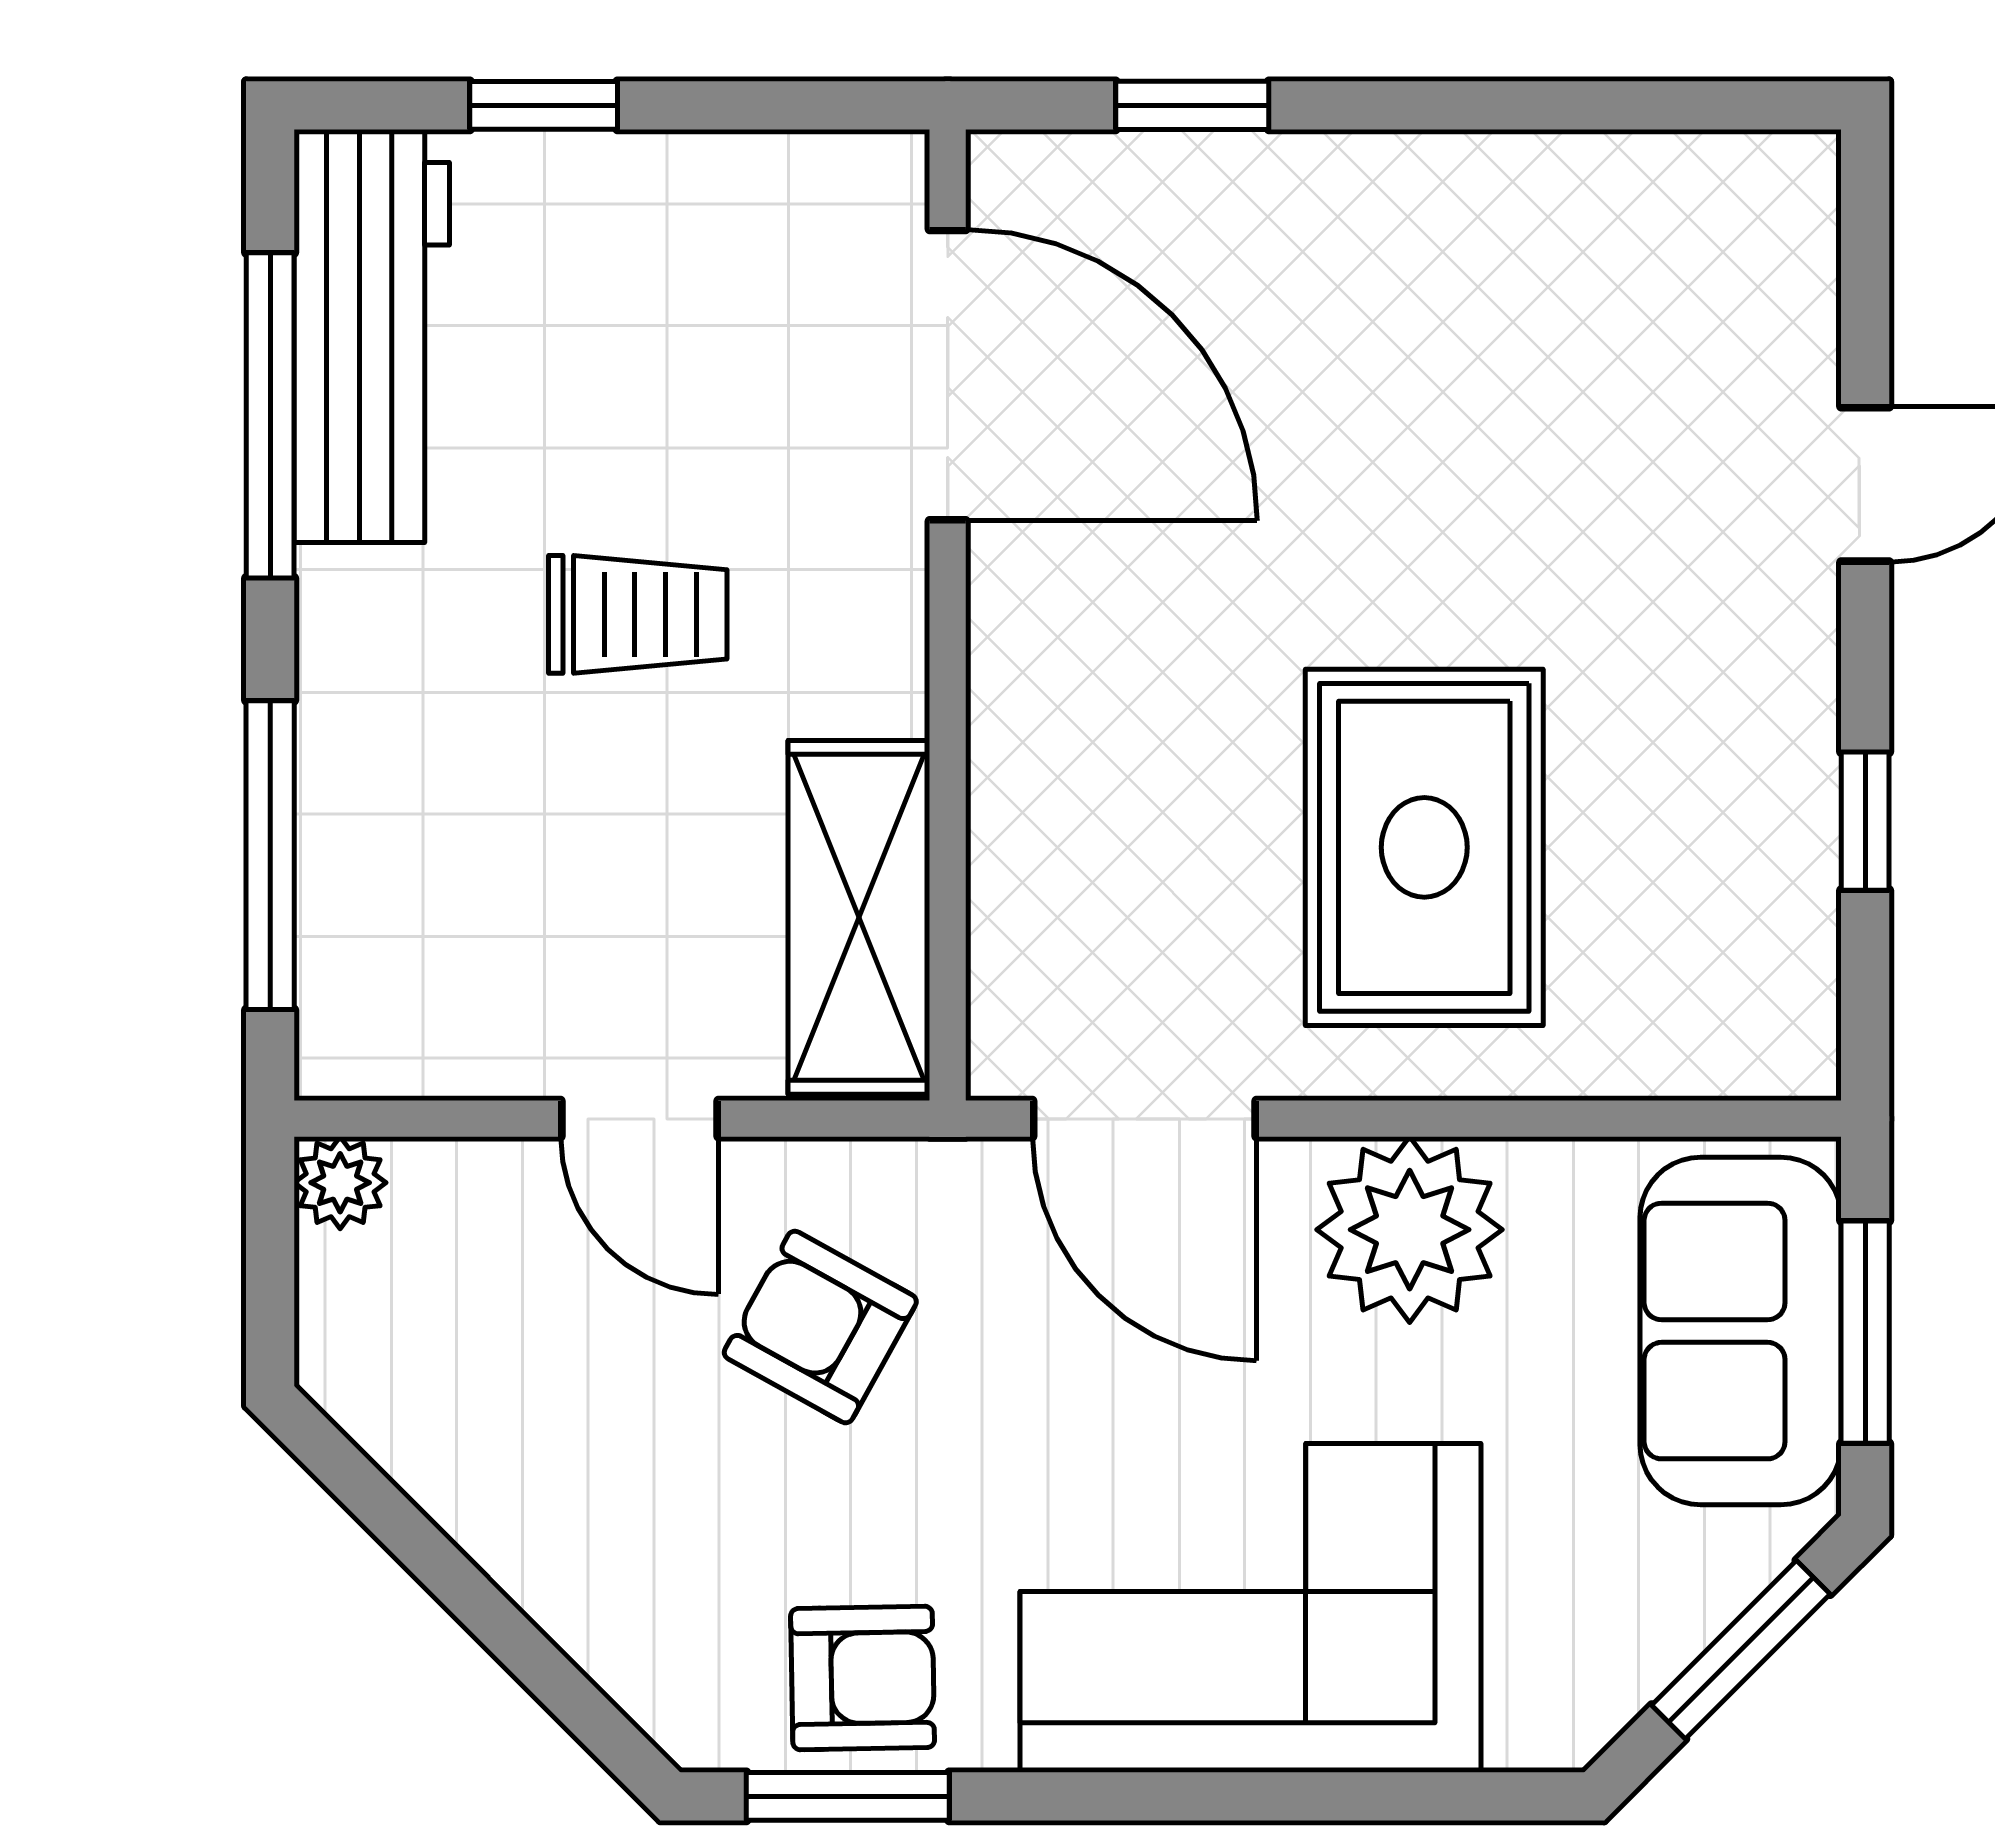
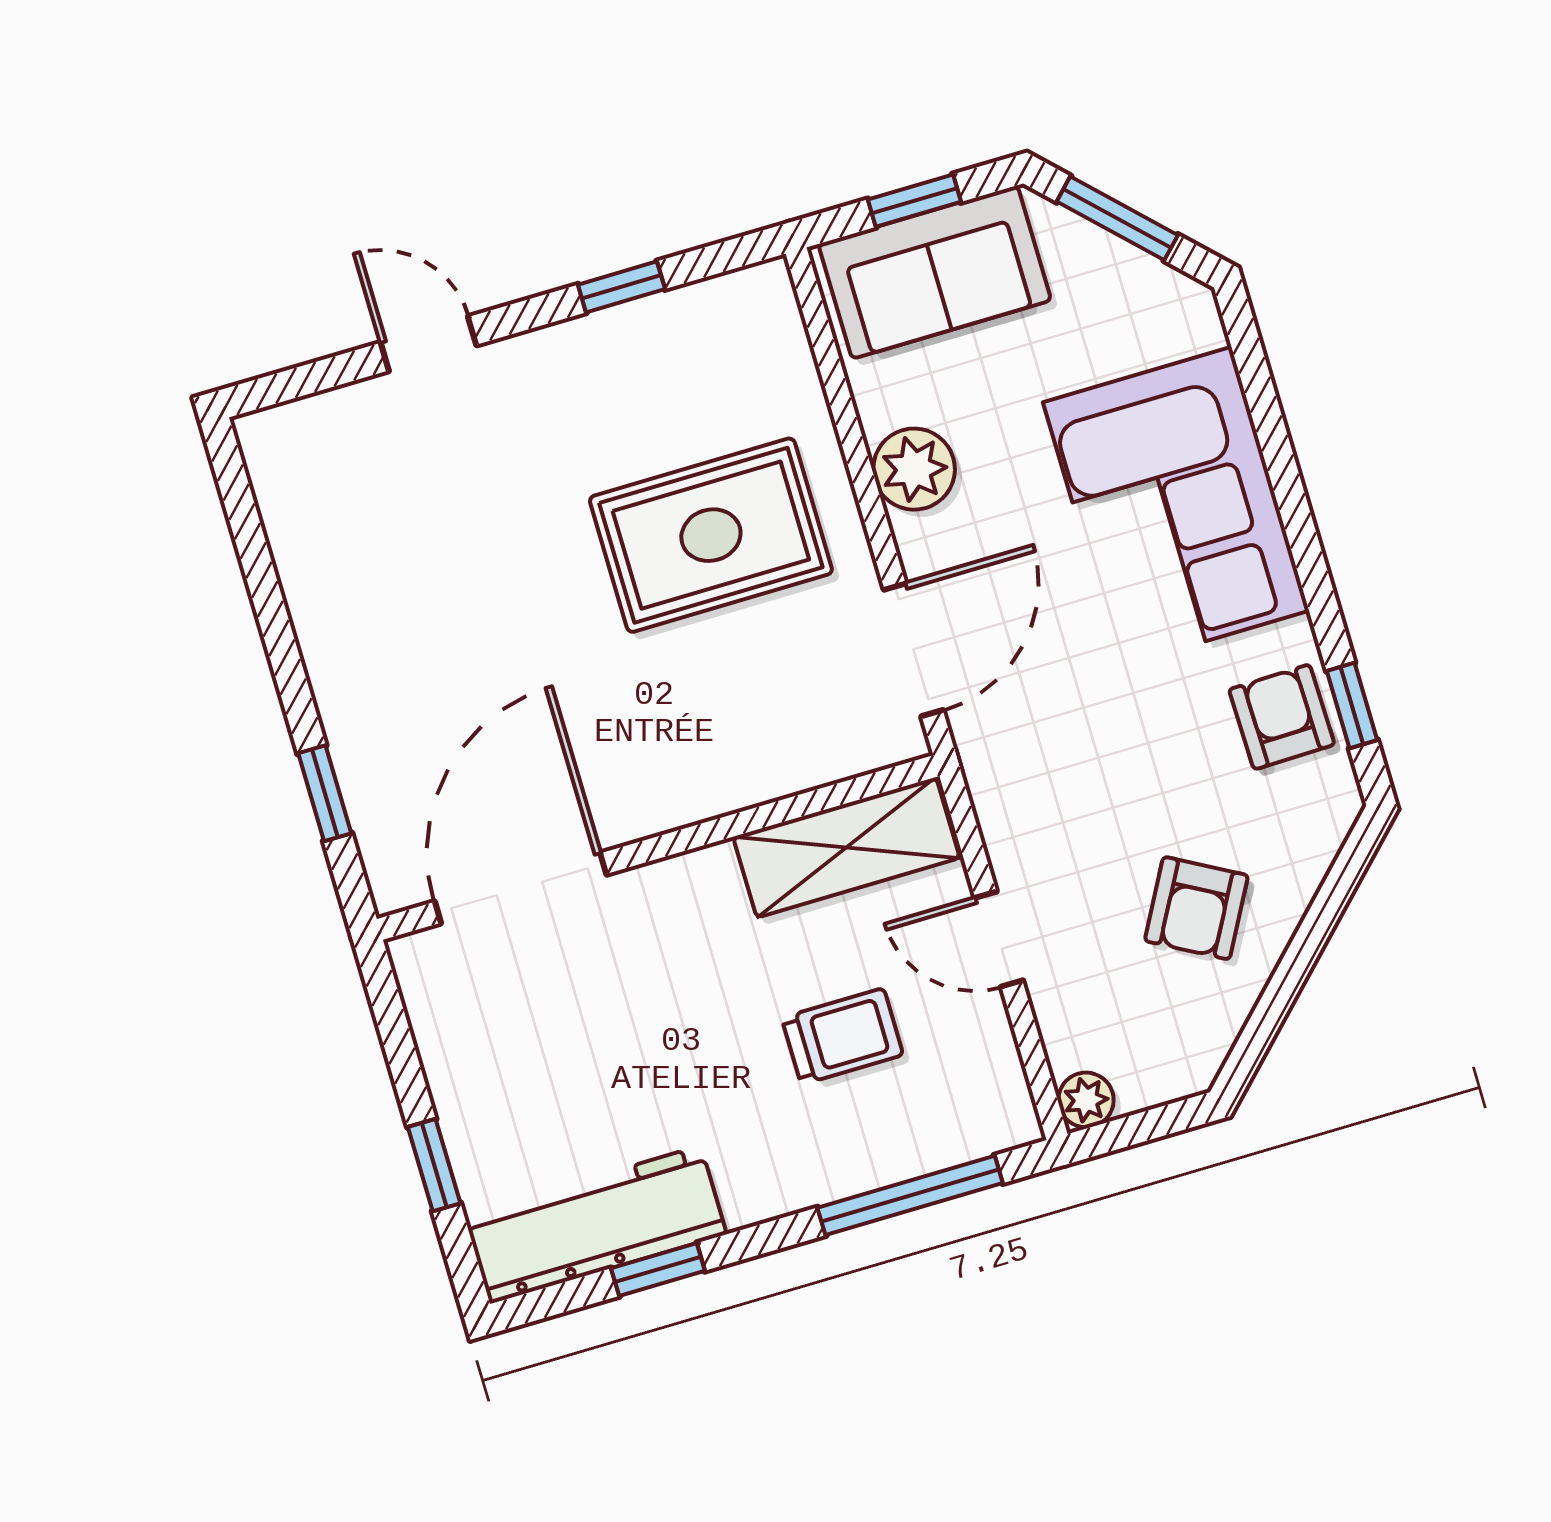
window: (270, 415) -> (658, 1270), width x0.46
trolley: (638, 614) -> (842, 1036), moved, turned 90
door: (640, 1119) -> (999, 939), swing flipped
plant: (1410, 1230) -> (914, 469), width x0.73, depth x0.73
armchair: (820, 1327) -> (1196, 908), moved
window: (1865, 1332) -> (914, 201), width x0.67
window: (848, 1796) -> (1352, 706), width x0.67

